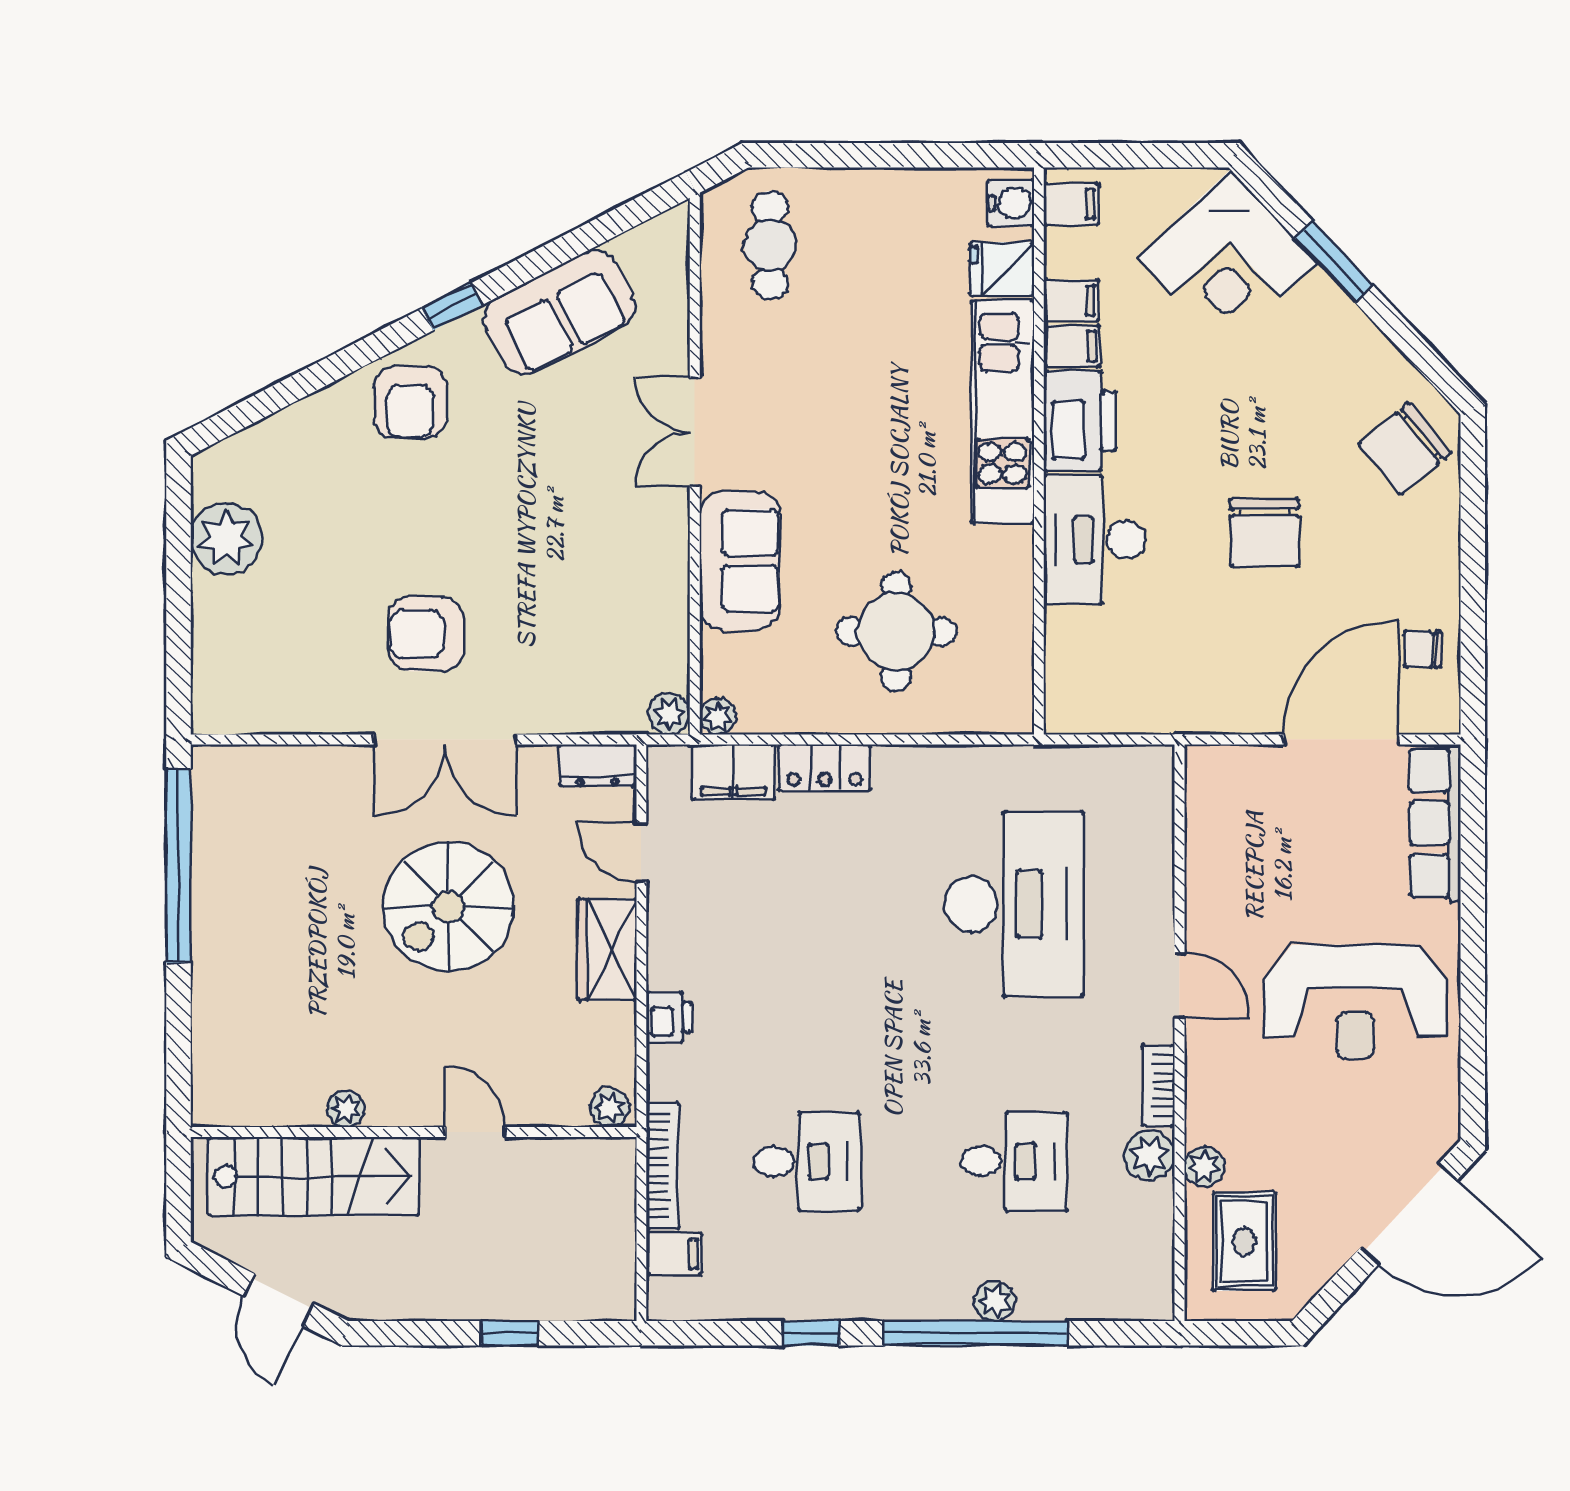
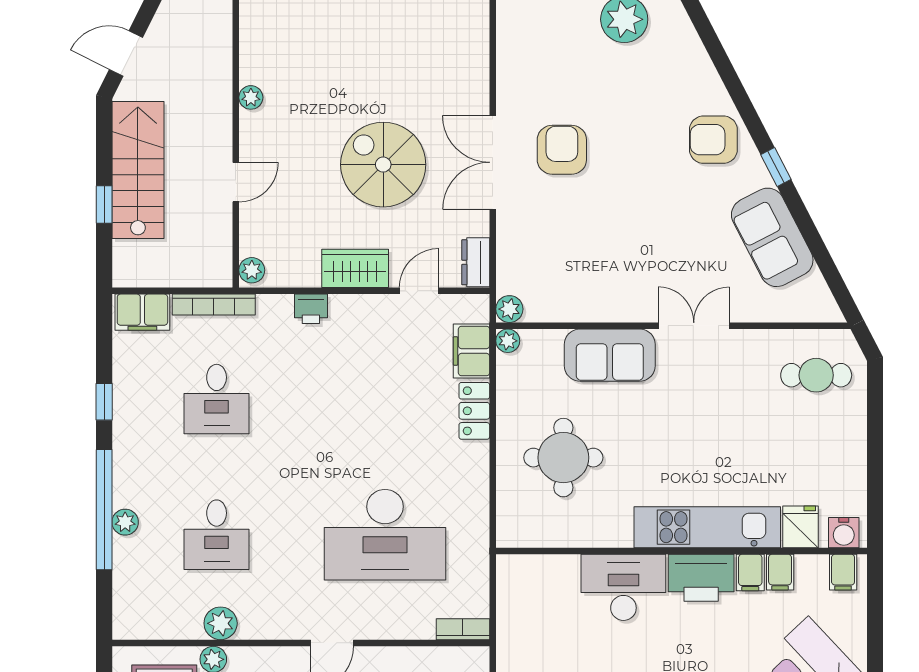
bookcase: (1158, 1086) -> (463, 629), moved
stairs: (314, 1177) -> (138, 170), moved, turned 180
filing cabinet: (674, 1254) -> (142, 312), width x2.00

